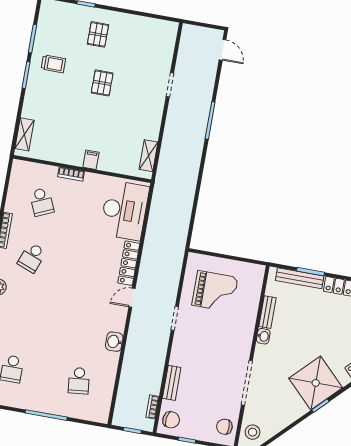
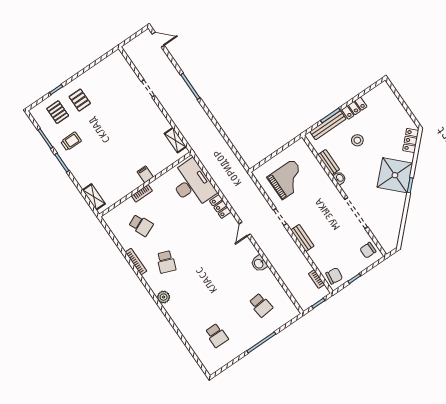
pallet: (102, 83) -> (58, 112), moved
locker: (129, 263) -> (220, 206), width x0.66
bench: (172, 383) -> (302, 238), moved
stool: (253, 432) -> (357, 140), moved

